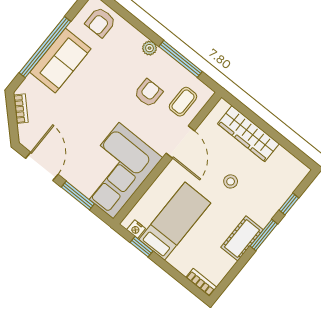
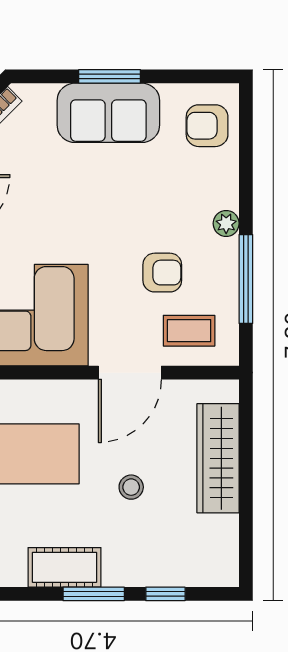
window: (45, 47) -> (110, 76), width x0.47

